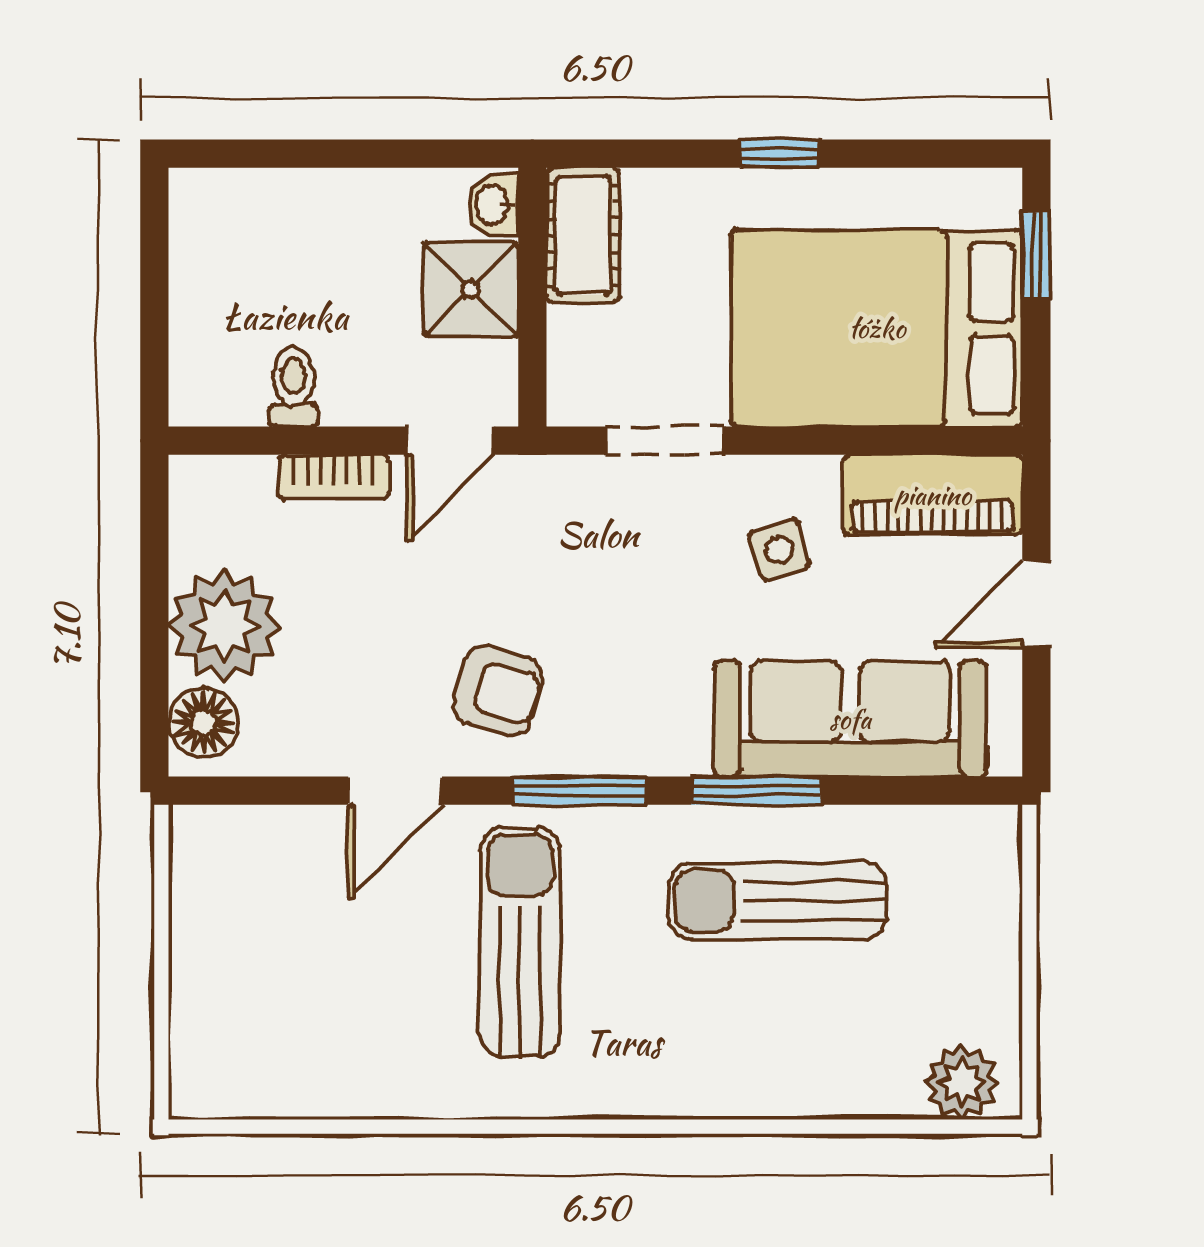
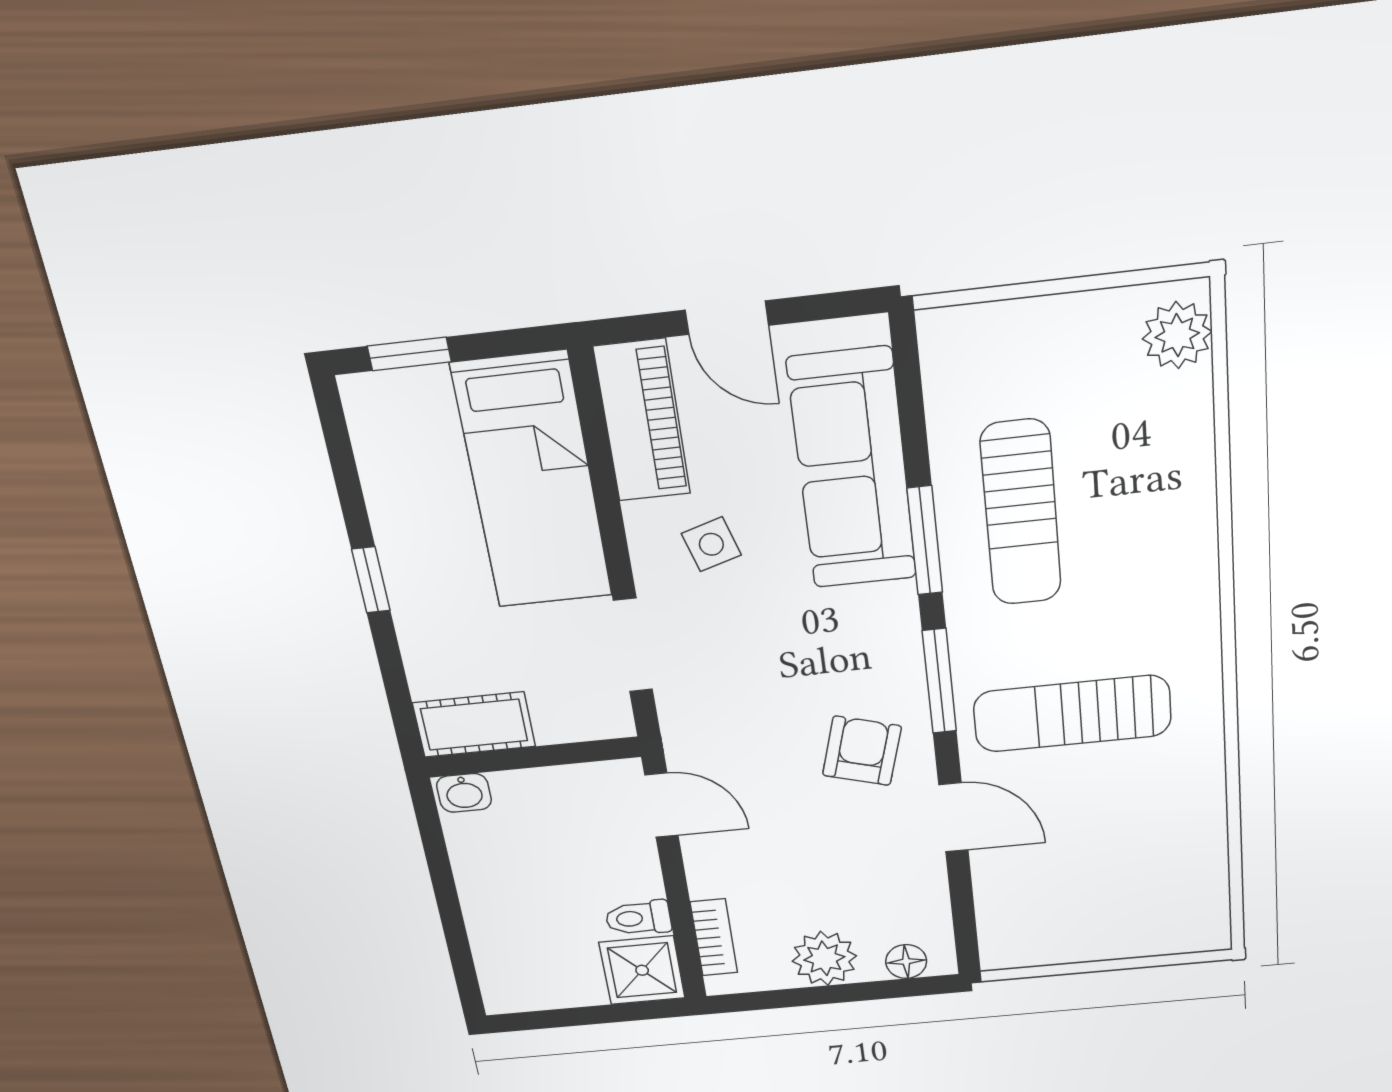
shower: (471, 289) -> (642, 970), moved
bed: (877, 328) -> (532, 482), width x0.67
bookcase: (334, 477) -> (714, 937), moved
plant: (224, 626) -> (824, 958), width x0.73, depth x0.73
floor lamp: (203, 722) -> (906, 961), width x0.73, depth x0.73

